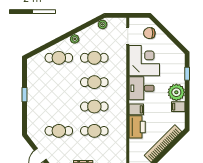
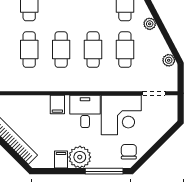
chair: (149, 33) -> (129, 152), moved
window: (187, 74) -> (104, 171), width x2.17
printer: (137, 127) -> (34, 106), removed

